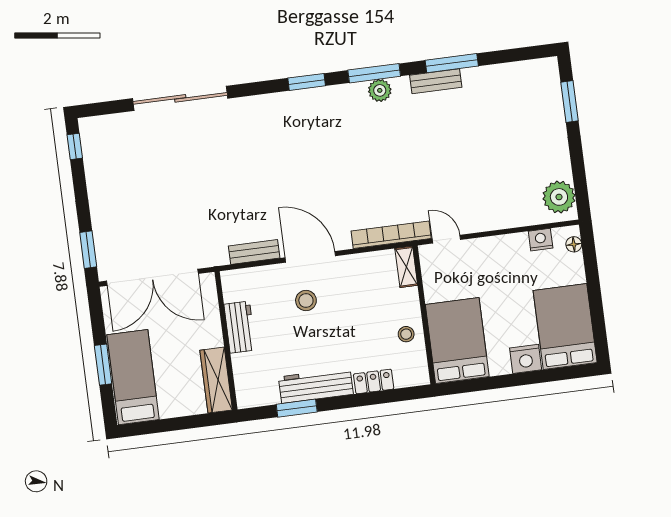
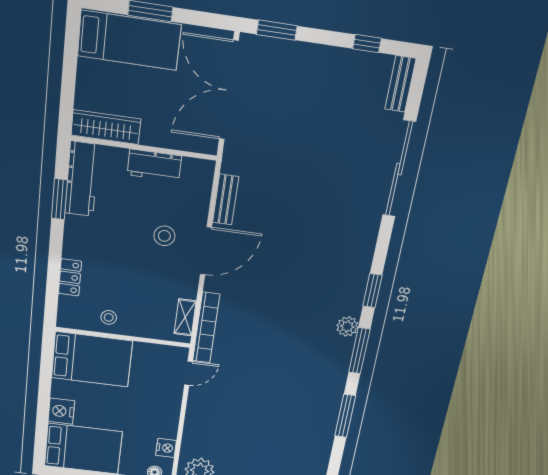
bench: (436, 81) -> (400, 84), moved
plant: (380, 90) -> (347, 326), moved
window: (75, 146) -> (367, 44), moved
shelving: (406, 267) -> (185, 317), moved, turned 90
workbench: (316, 386) -> (82, 179), moved

